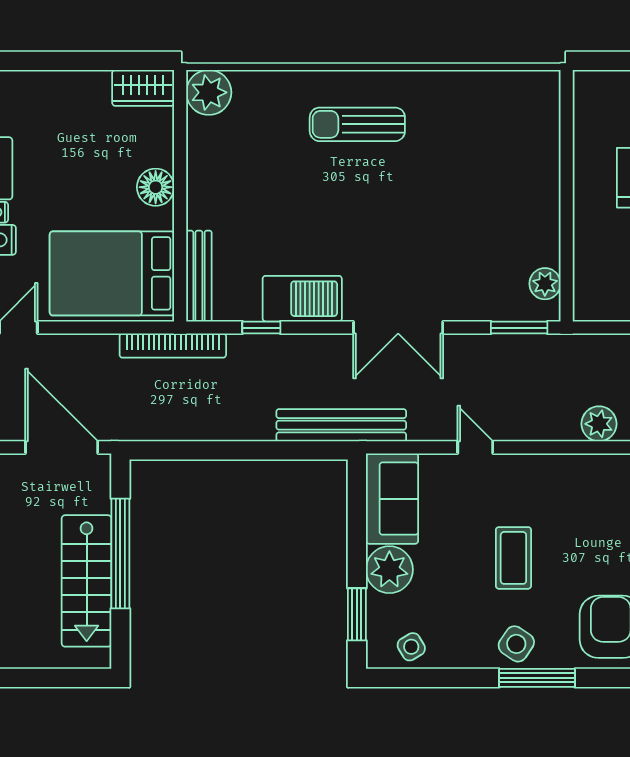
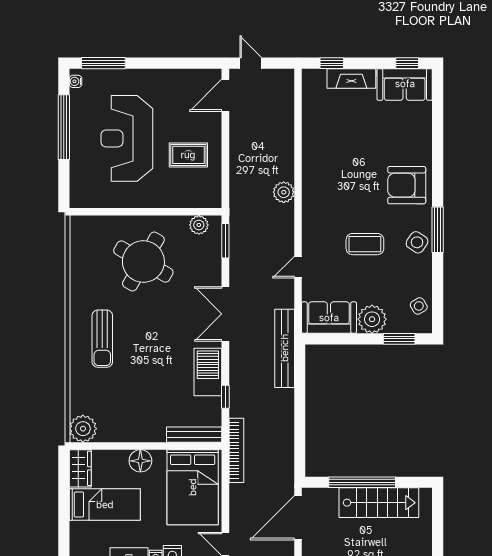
bed: (83, 128) -> (105, 505), added
round table: (485, 192) -> (143, 262), added
double door: (398, 328) -> (225, 314), swing flipped

